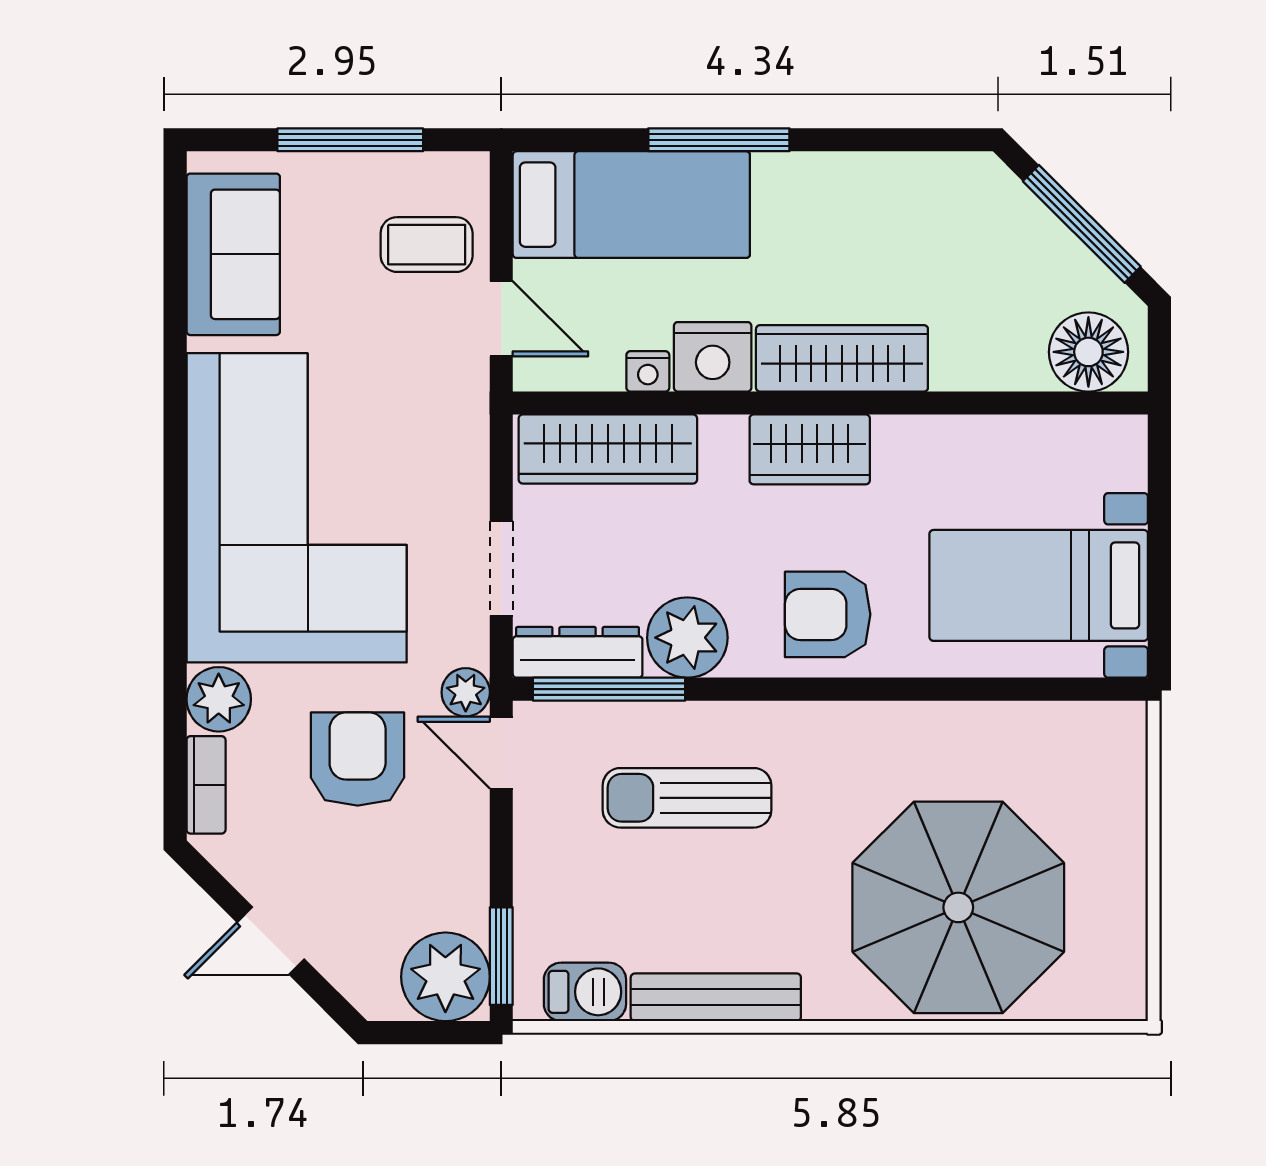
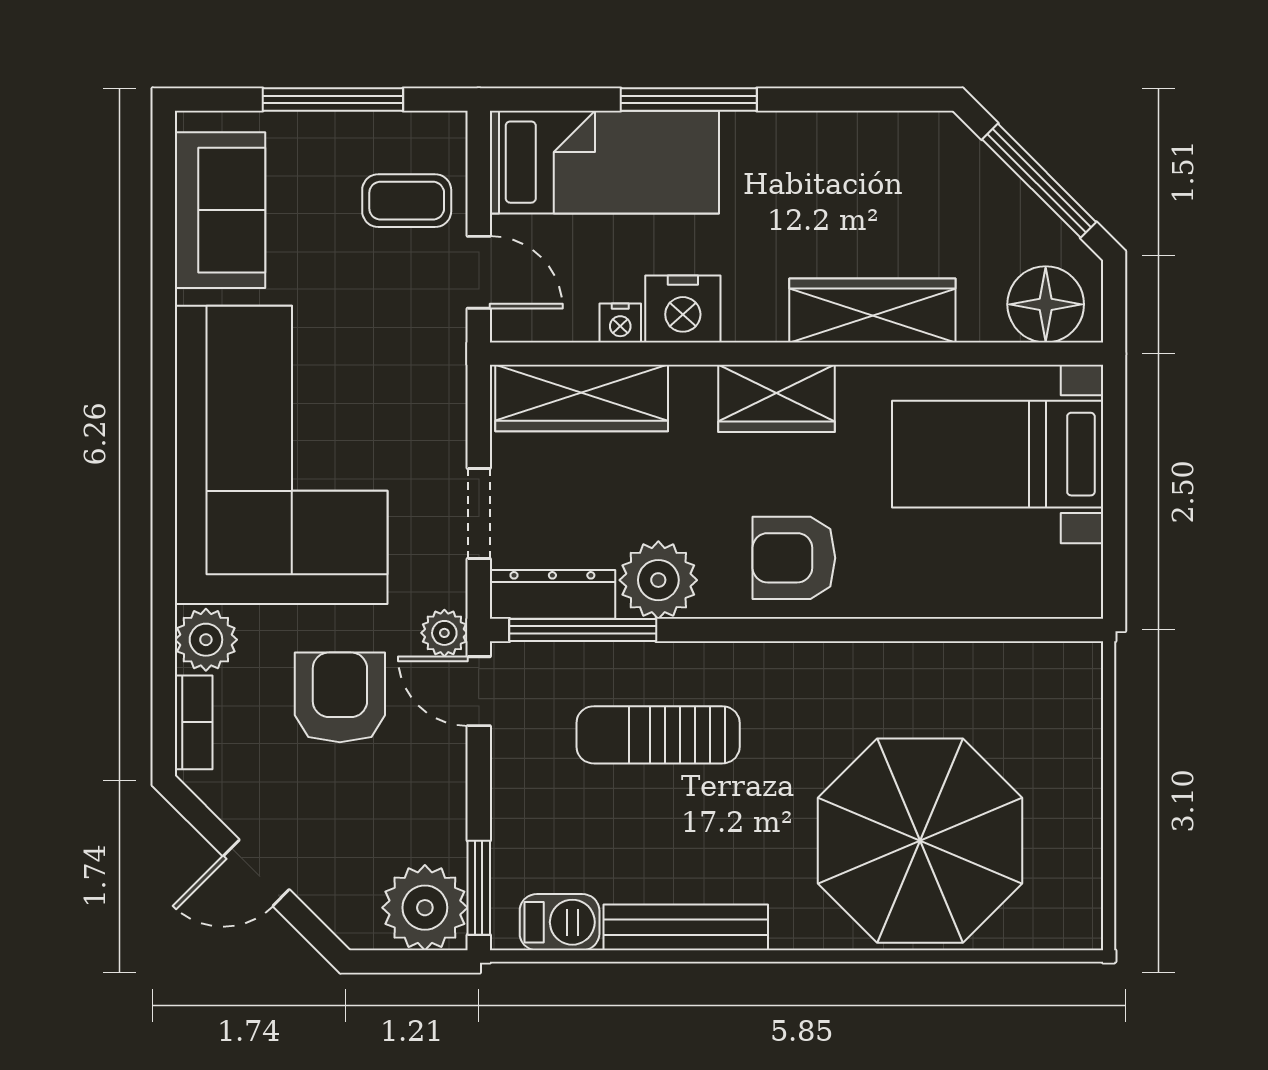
wardrobe: (842, 358) -> (872, 311), moved
bed with nightstands: (1039, 585) -> (998, 454), moved

